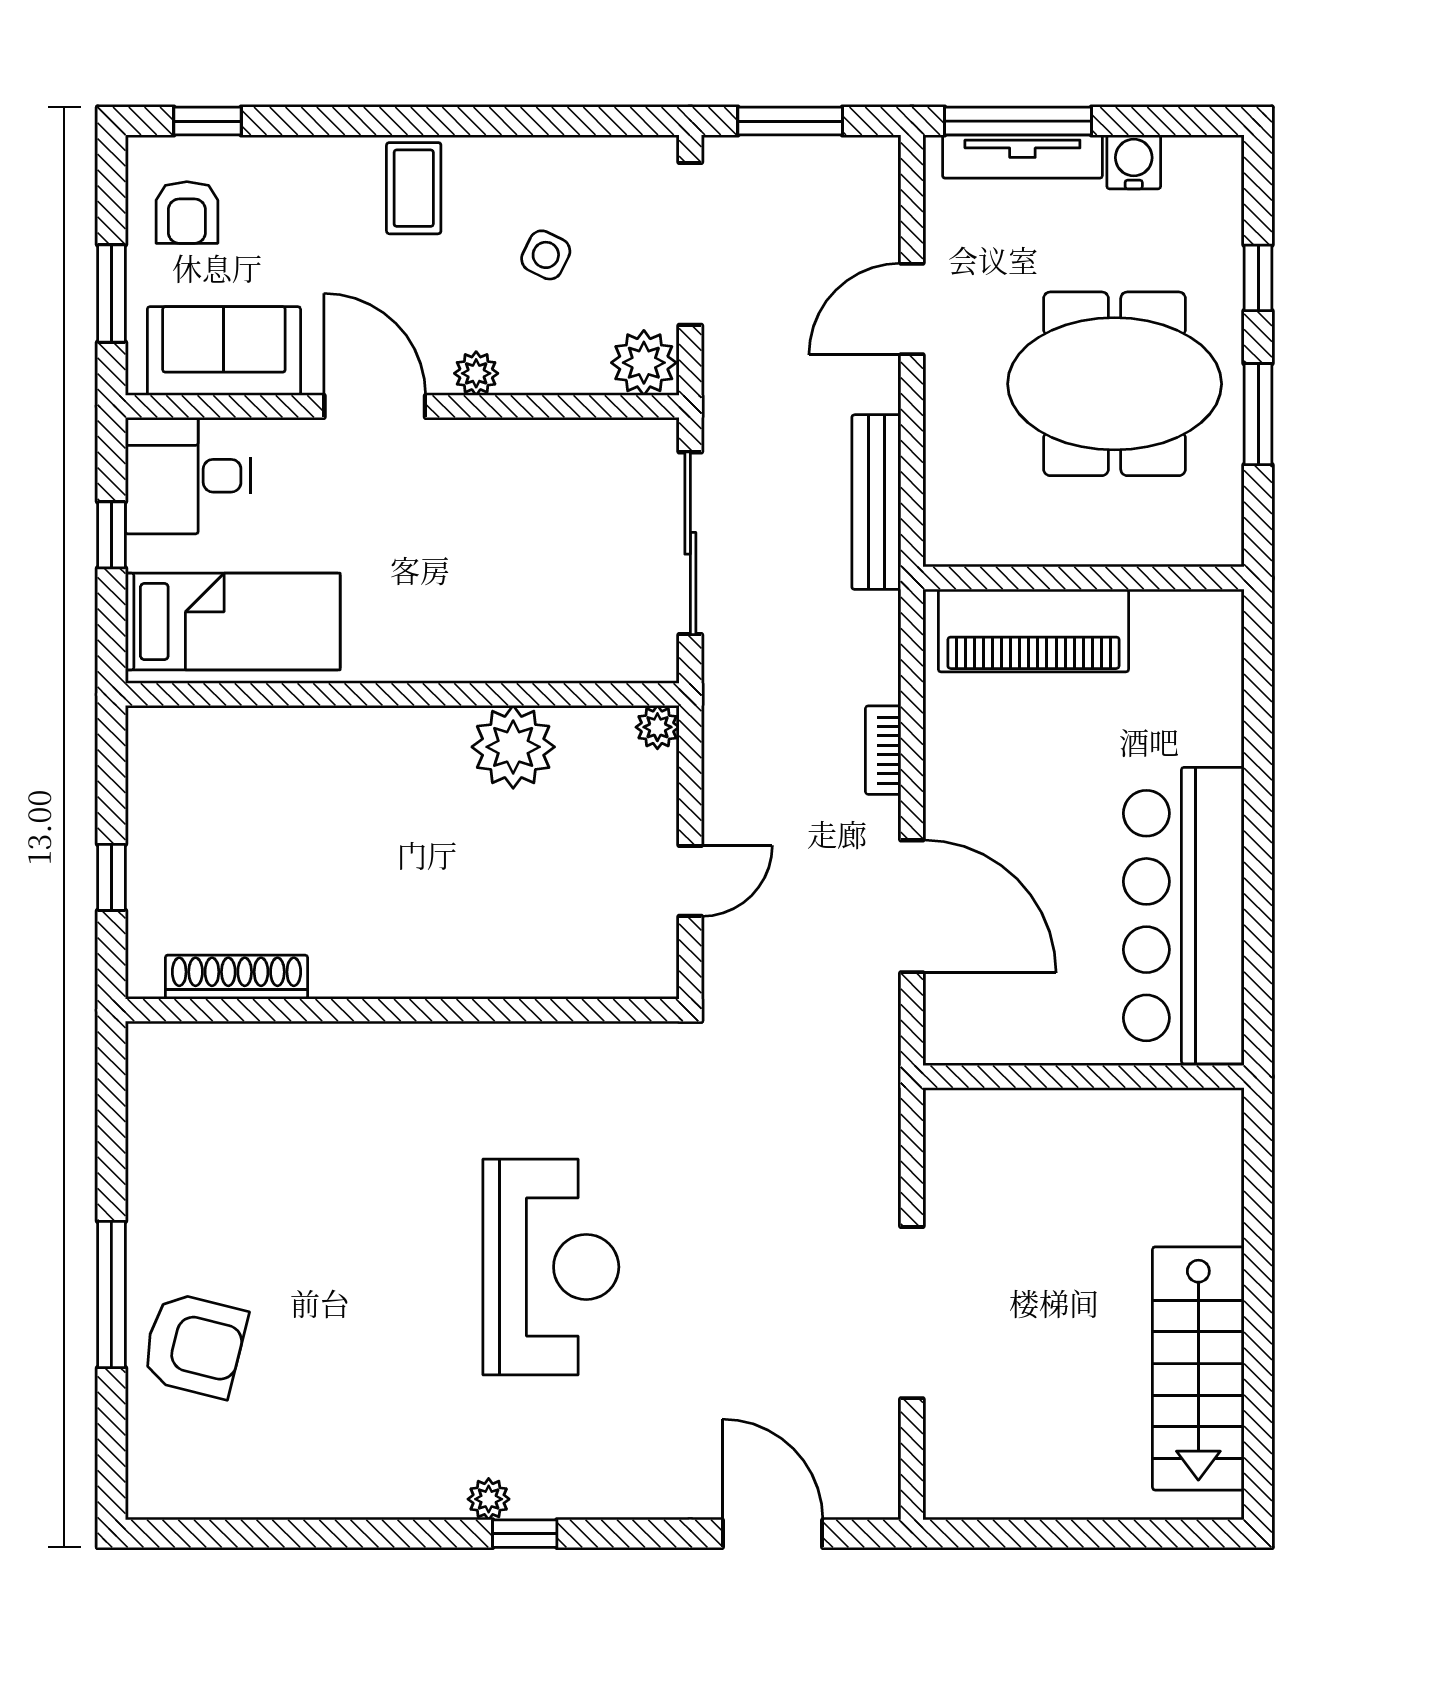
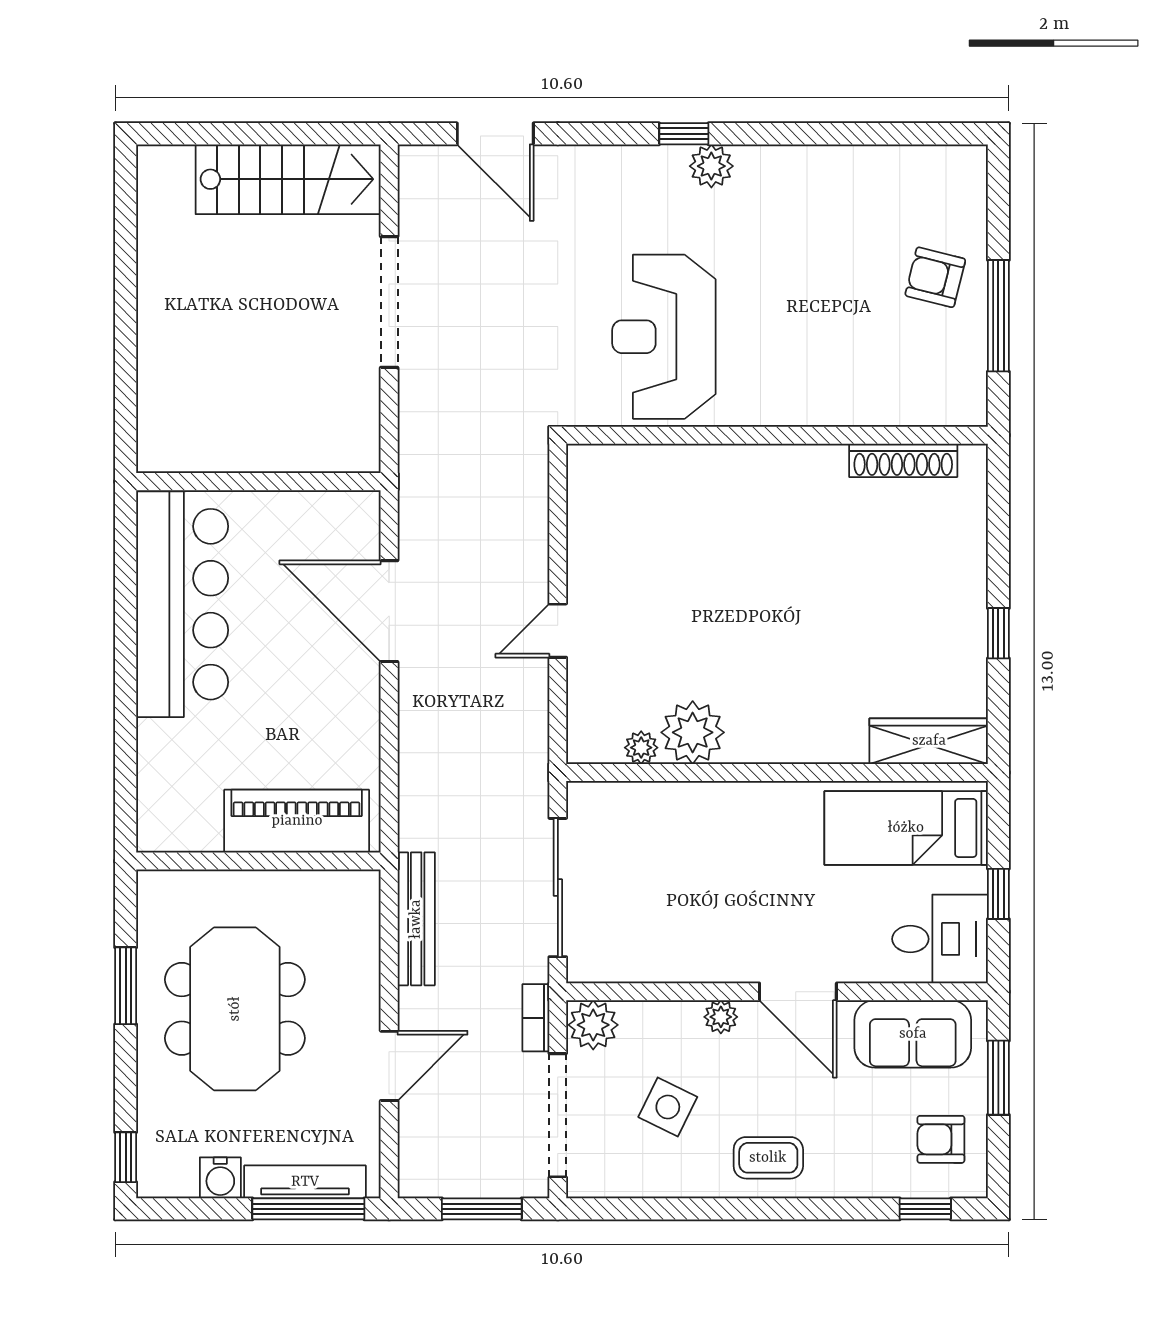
coffee table: (414, 188) -> (768, 1158), turned 90
armchair: (187, 212) -> (941, 1139), turned -90
side table: (546, 255) -> (668, 1107), width x1.37, depth x1.37
window: (1258, 278) -> (126, 1157), moved
meeting table: (1115, 384) -> (235, 1009), turned 90
plant: (657, 727) -> (641, 748), moved
wardrobe: (203, 736) -> (929, 741), added
bookcase: (883, 750) -> (536, 1018), moved, turned 180
shoe rack: (236, 977) -> (903, 460), moved
wall: (402, 1010) -> (777, 435), moved
armchair: (194, 1345) -> (935, 277), width x0.72, depth x0.72
stairs: (1198, 1368) -> (288, 179), moved, turned 90
plant: (489, 1499) -> (711, 166), width x1.38, depth x1.38

